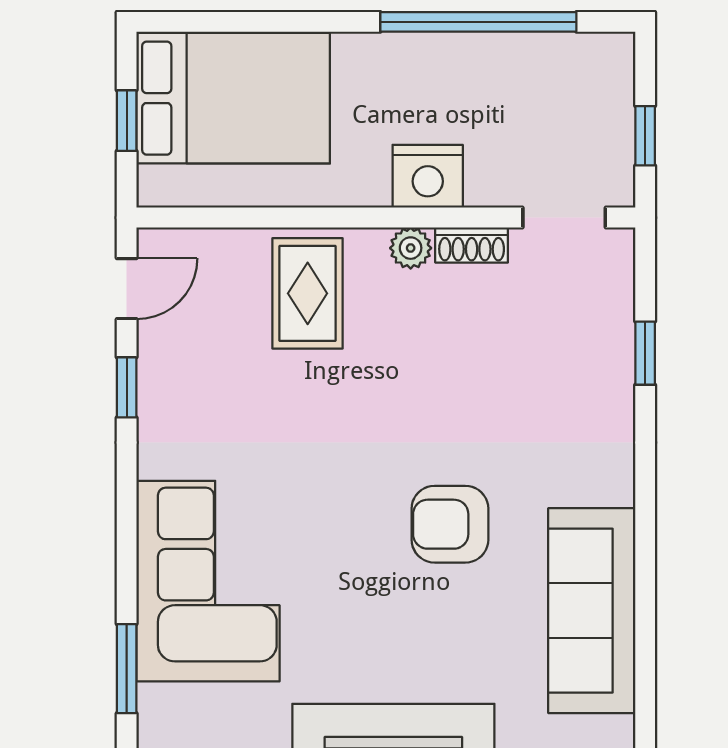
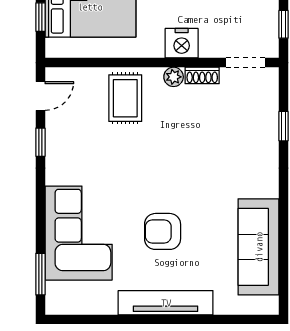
armchair: (450, 524) -> (163, 231), moved

